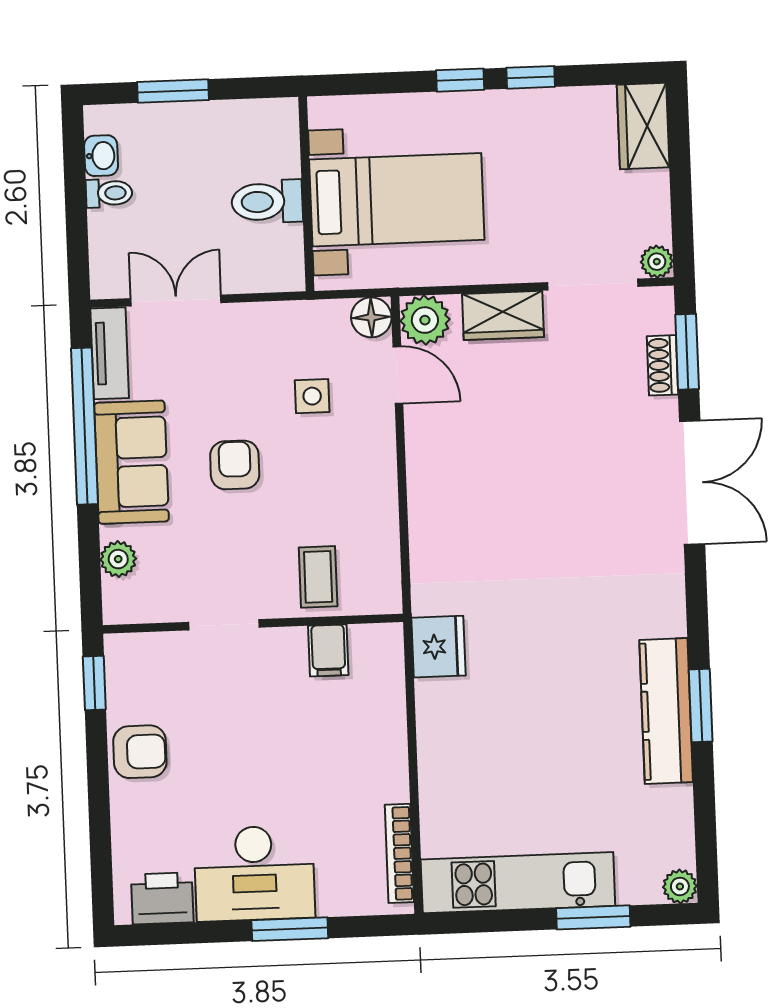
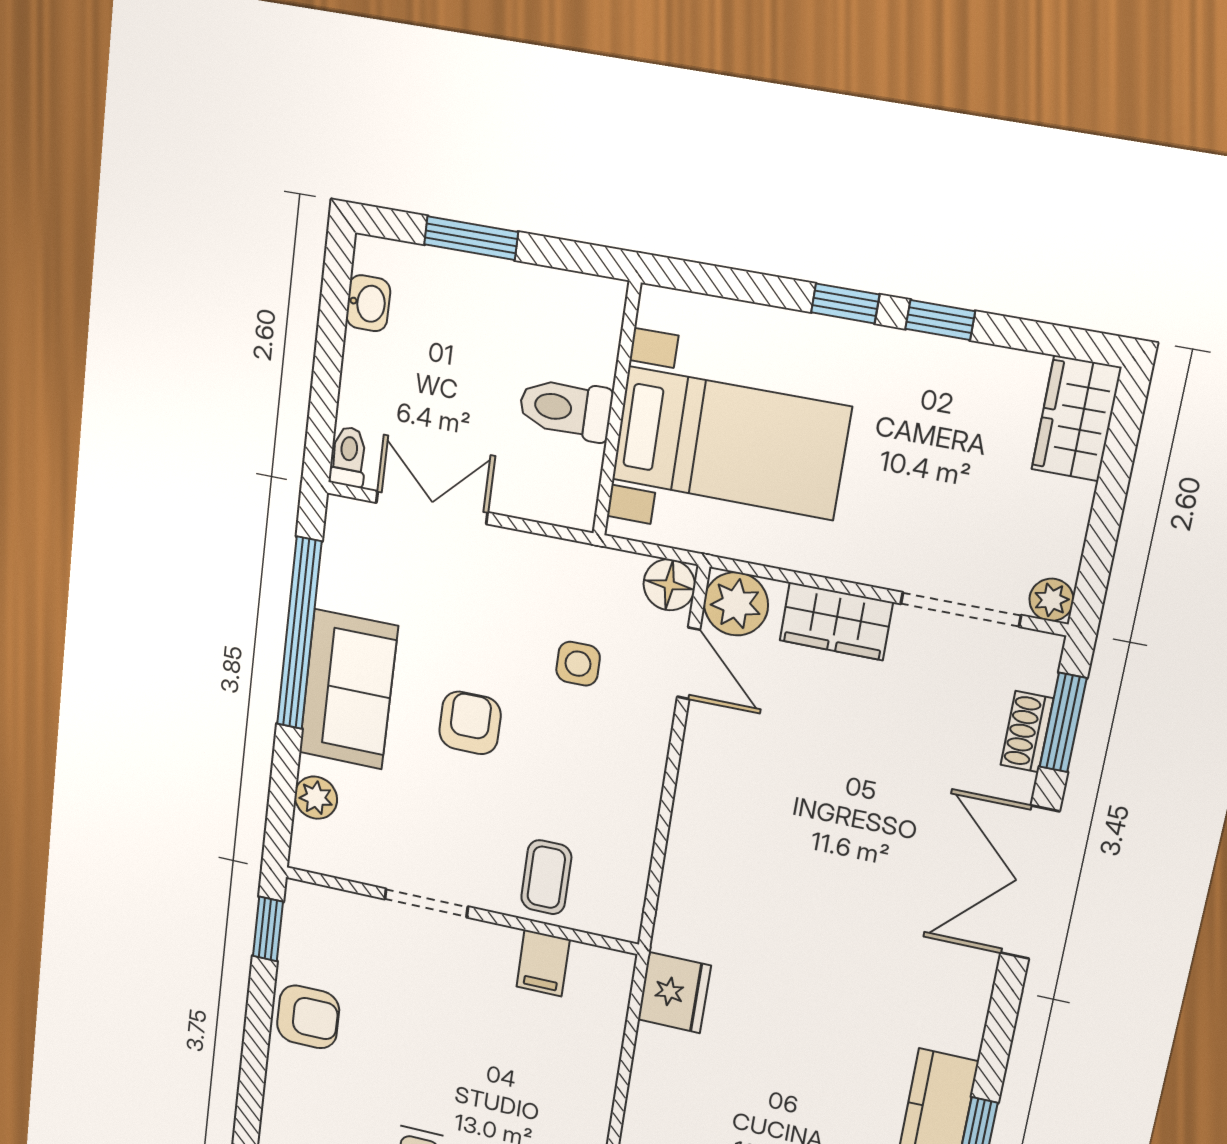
toilet: (109, 193) -> (348, 457), moved, turned -90
tv unit: (110, 353) -> (342, 553), removed
double door: (692, 482) -> (1030, 883), swing flipped

